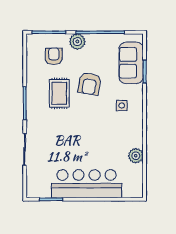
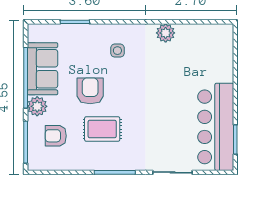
sofa: (131, 63) -> (42, 69), moved, turned -90
armchair: (90, 84) -> (90, 91), turned -100
plant: (136, 156) -> (166, 33), moved
bar counter: (87, 184) -> (216, 127), moved

